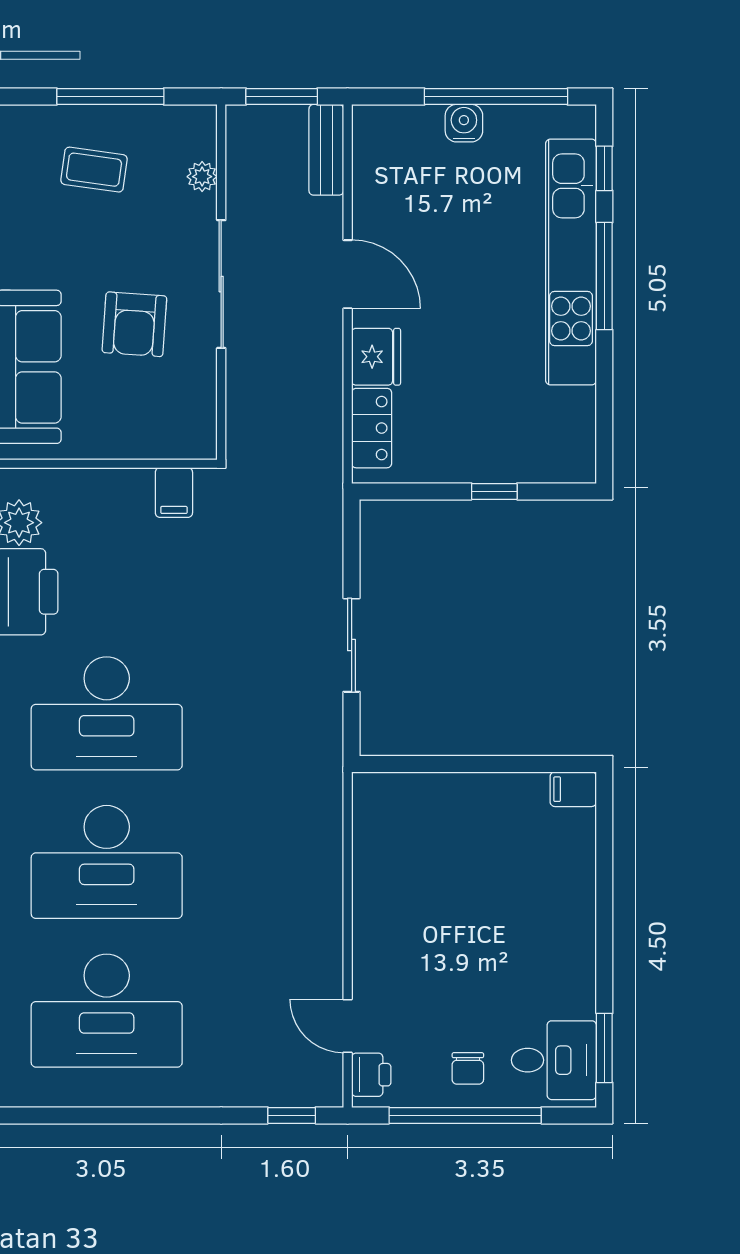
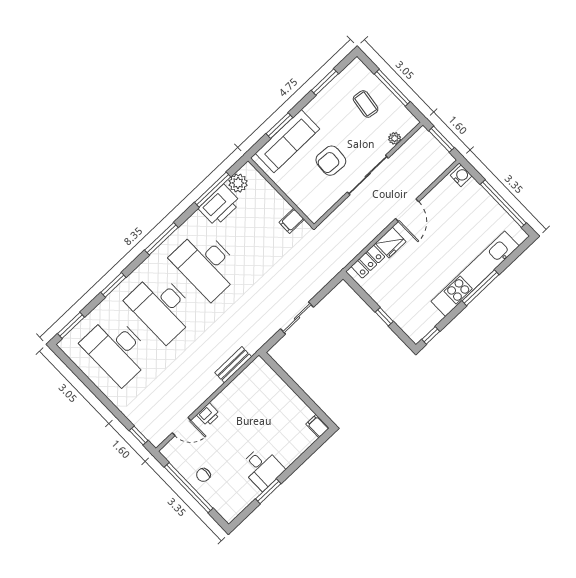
water cooler: (464, 123) -> (461, 176), moved
bench: (326, 150) -> (233, 365), moved
window: (604, 168) -> (431, 335), moved
door: (348, 1026) -> (182, 427), swing flipped
window: (604, 1048) -> (268, 491), moved
desk: (554, 1060) -> (262, 468), moved
printer: (371, 1075) -> (208, 414), moved

